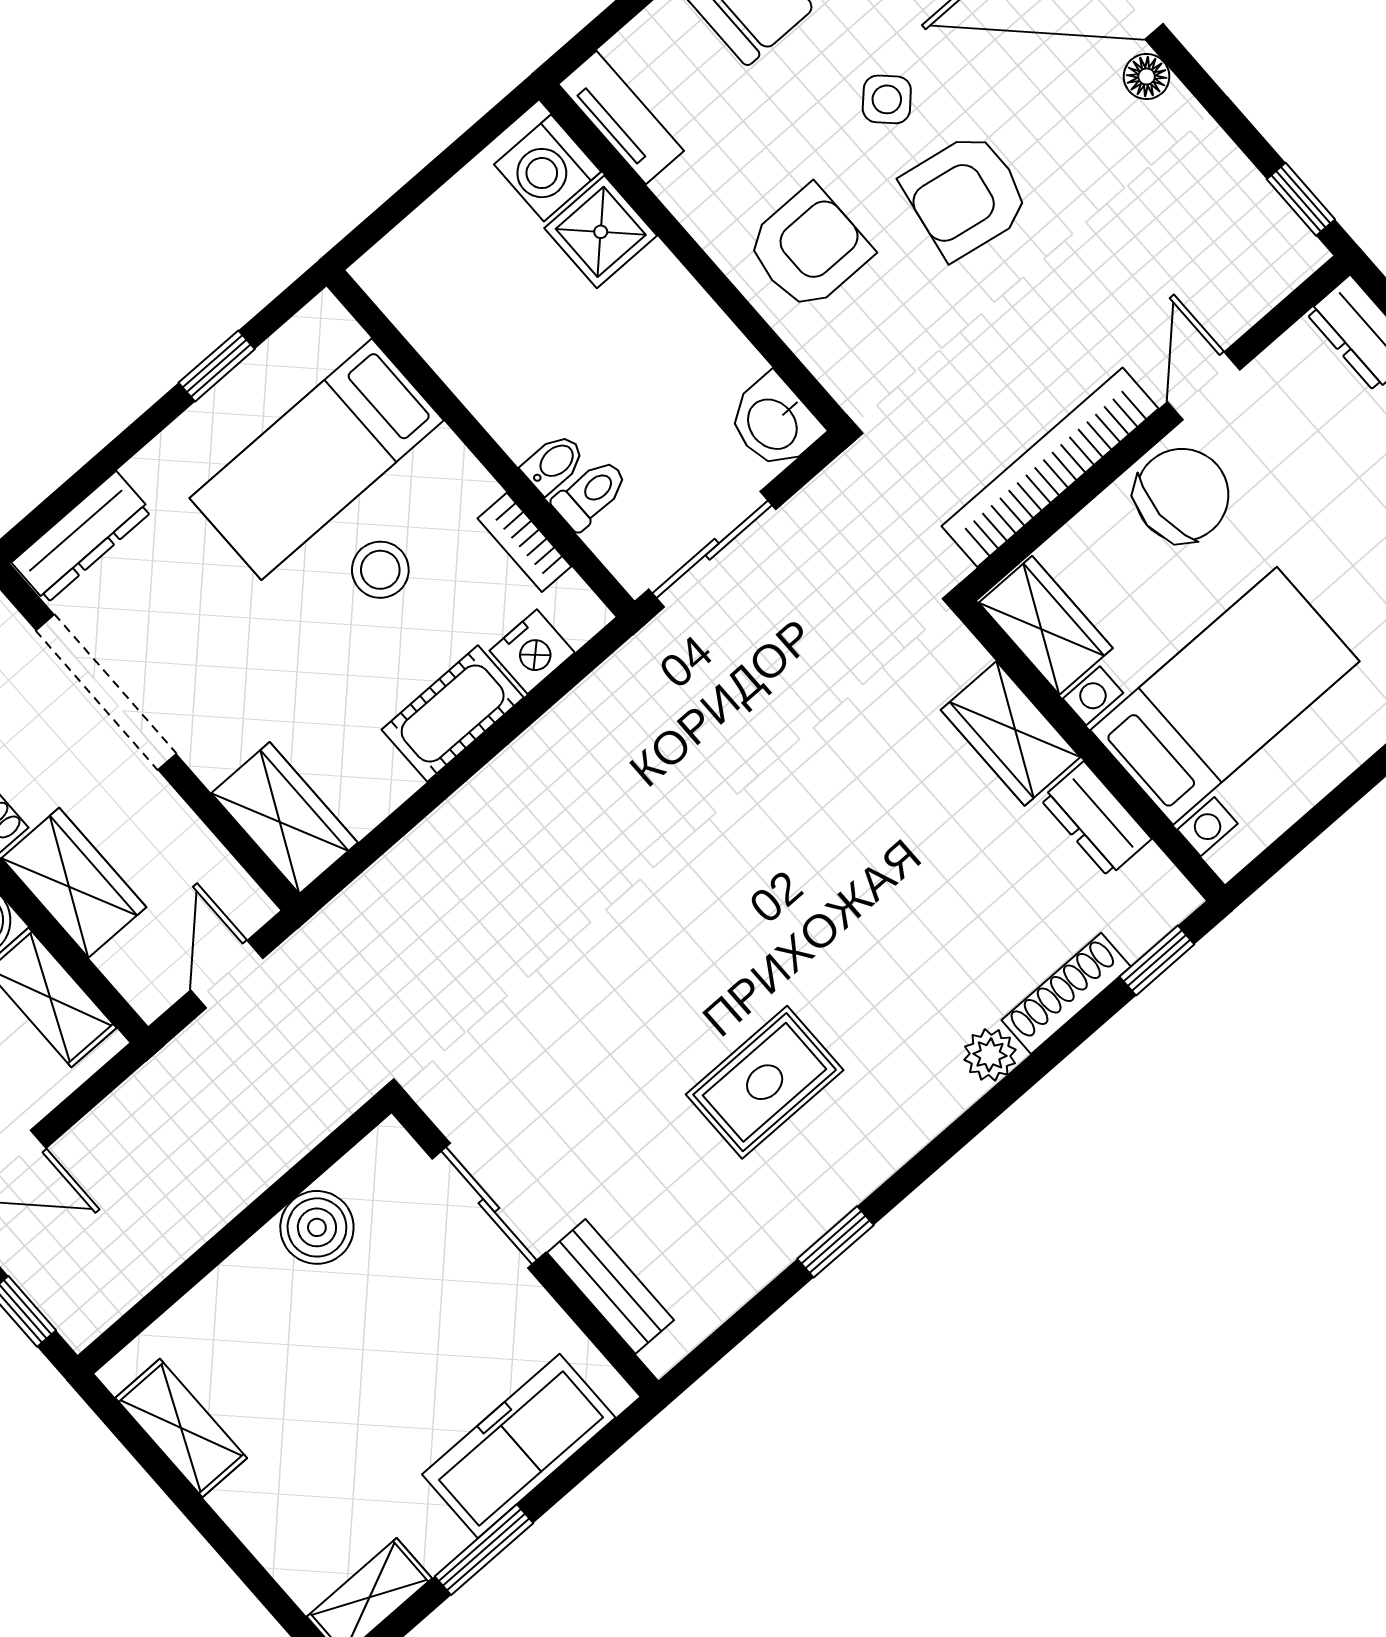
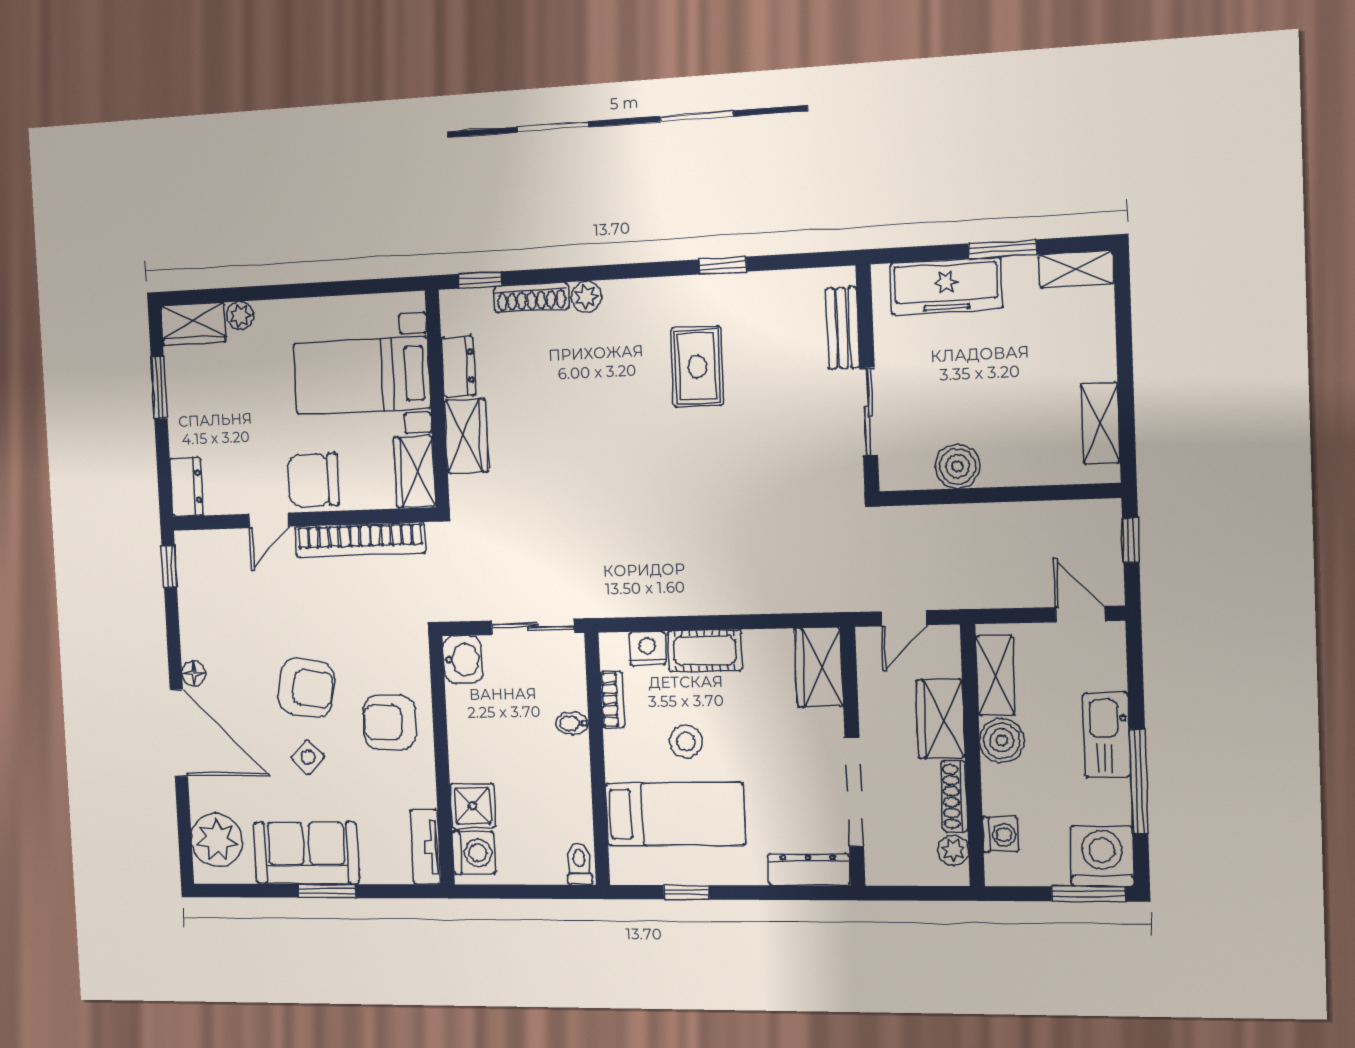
toilet: (590, 494) -> (579, 864), moved, turned 90
rug: (765, 1082) -> (697, 366), turned 90

